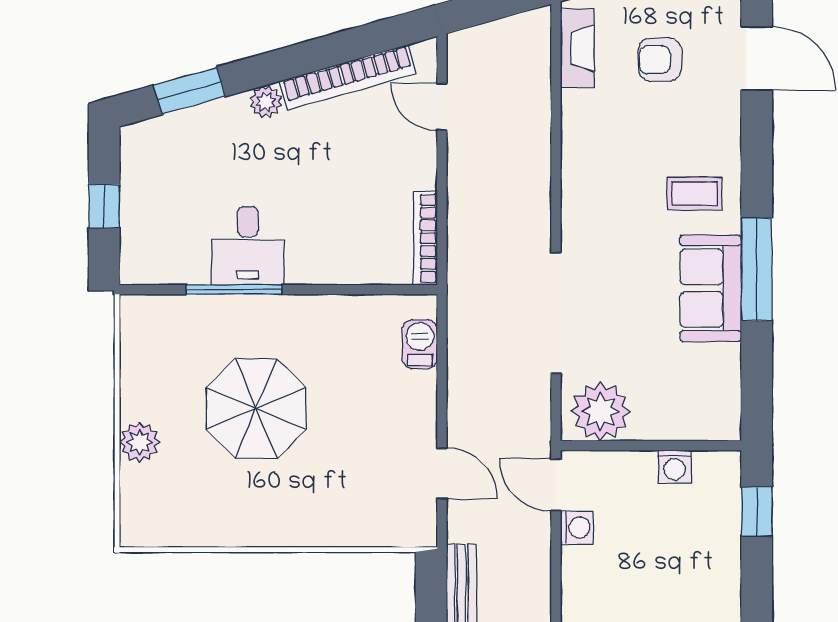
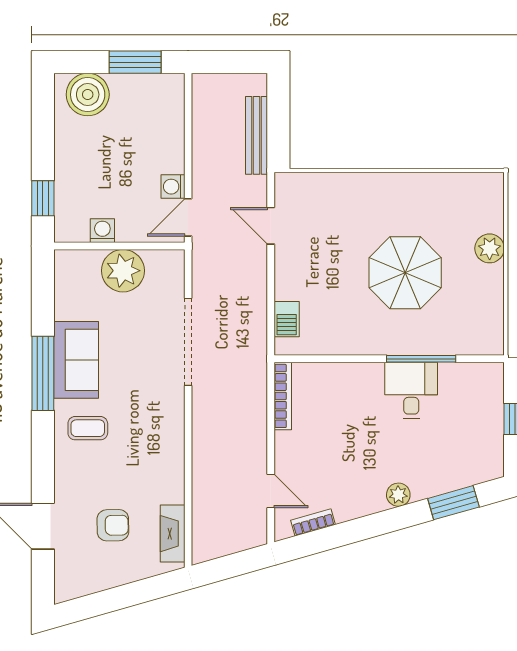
bookcase: (348, 77) -> (313, 522), width x0.43, depth x0.76
plant: (601, 411) -> (123, 271), moved
door: (556, 485) -> (188, 217), swing flipped

